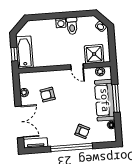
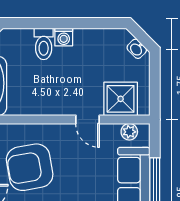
toilet: (72, 26) -> (44, 44), moved
armchair: (48, 95) -> (30, 167), width x1.88, depth x1.88

